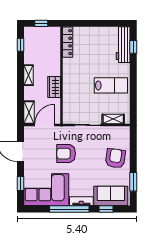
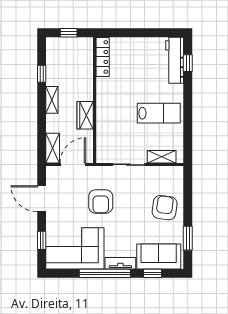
window: (21, 45) -> (42, 74), moved
armchair: (66, 154) -> (101, 201), turned -90

